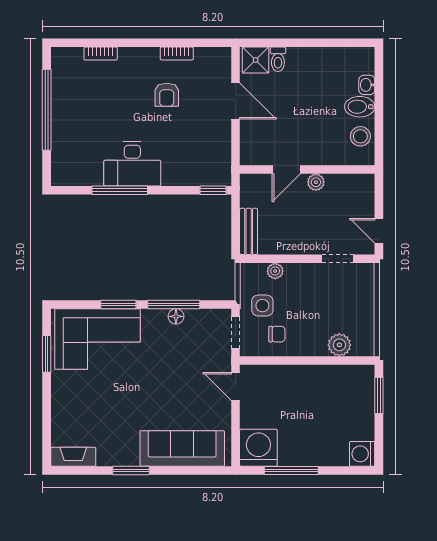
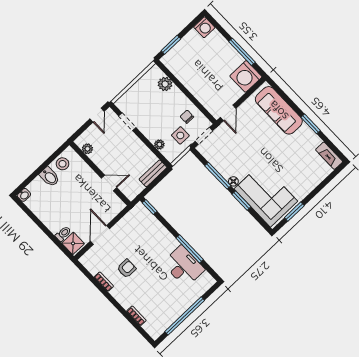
washbasin: (367, 85) -> (24, 195), moved
desk: (132, 164) -> (184, 266), moved
plant: (316, 182) -> (87, 149), moved
floor lamp: (176, 316) -> (233, 181), moved

